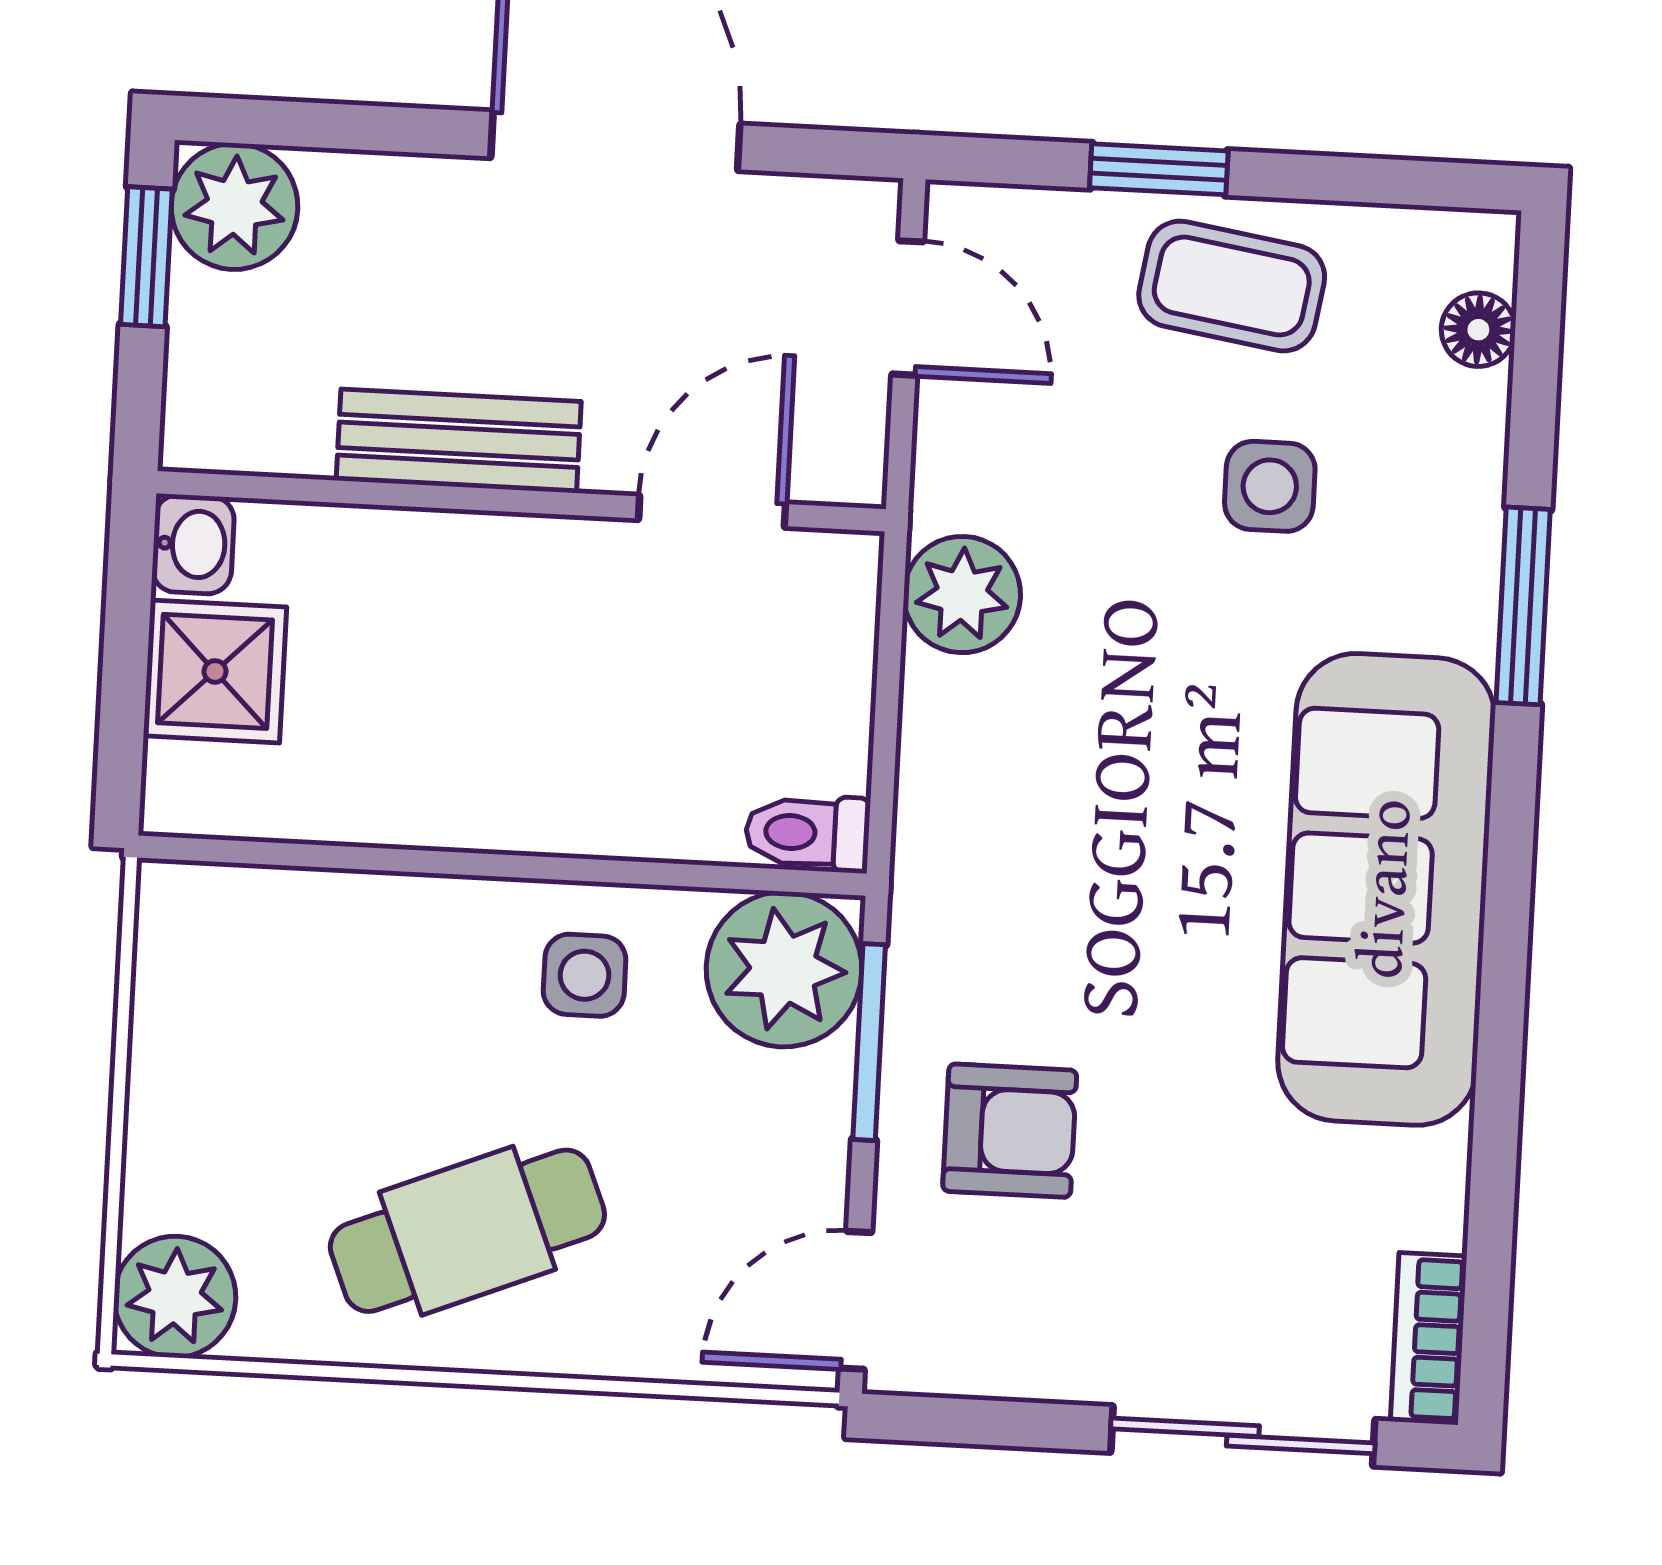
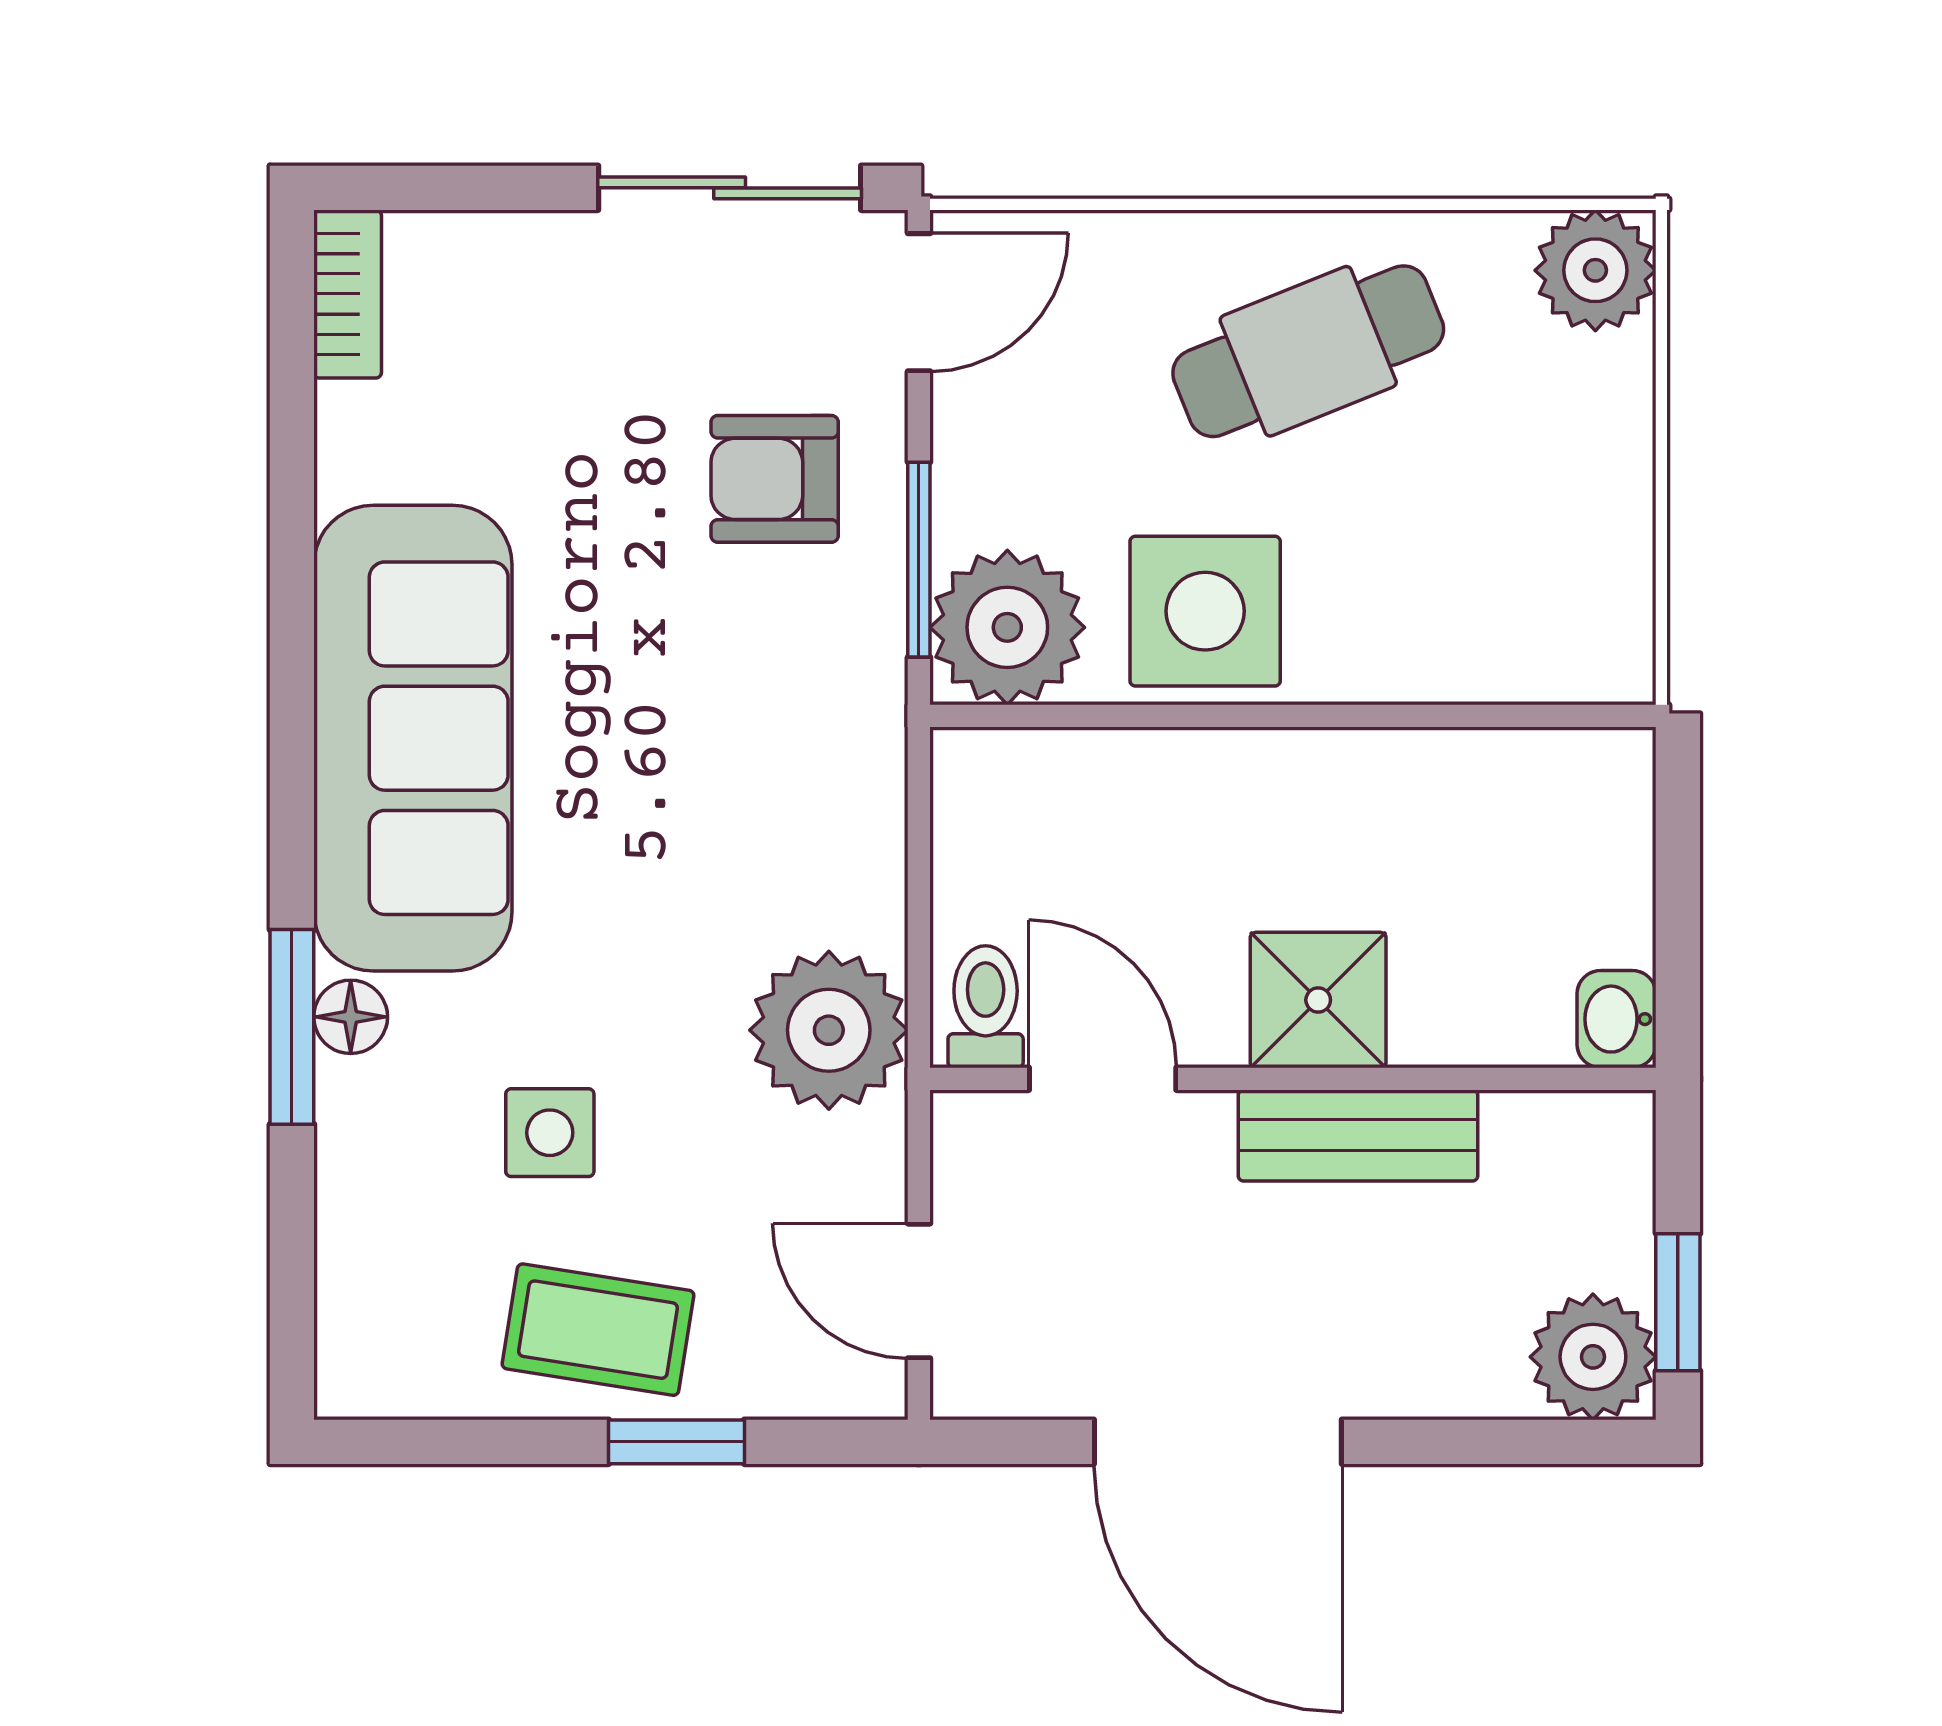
floor lamp: (1478, 330) -> (351, 1017), moved
door: (712, 511) -> (1103, 1079), swing flipped
plant: (962, 595) -> (829, 1030), width x1.36, depth x1.36
shower: (215, 671) -> (1318, 1000), moved
toilet: (808, 833) -> (986, 1007), moved, turned -90
side table: (585, 975) -> (1205, 611), width x1.87, depth x1.87
sliding door: (1243, 1436) -> (730, 188), moved

